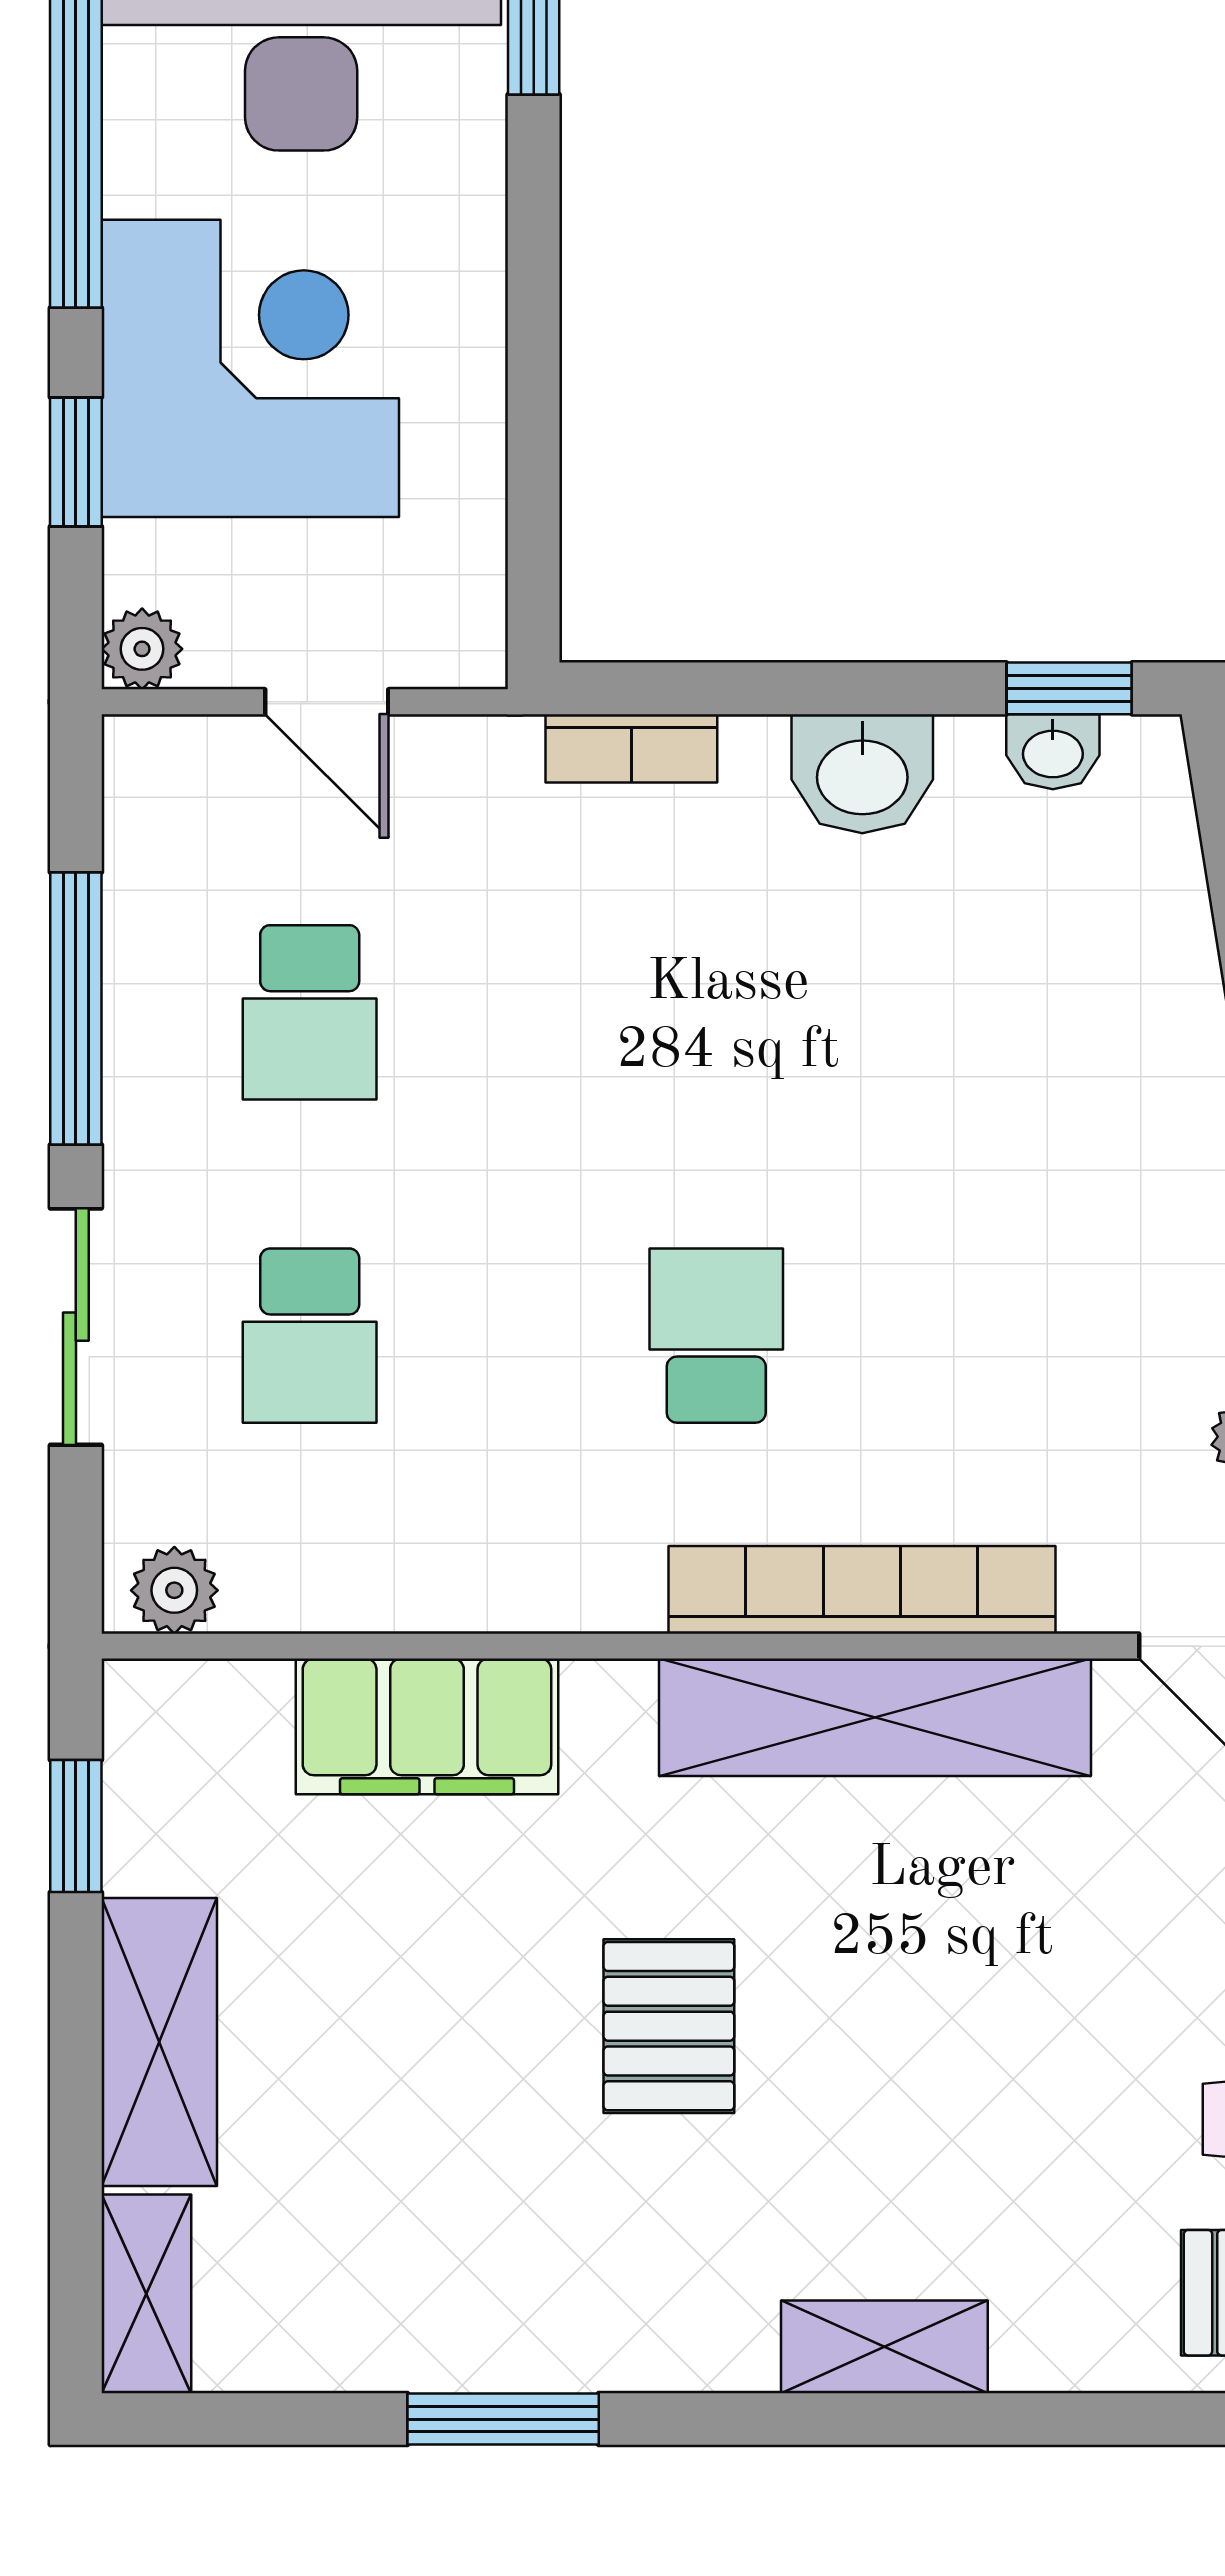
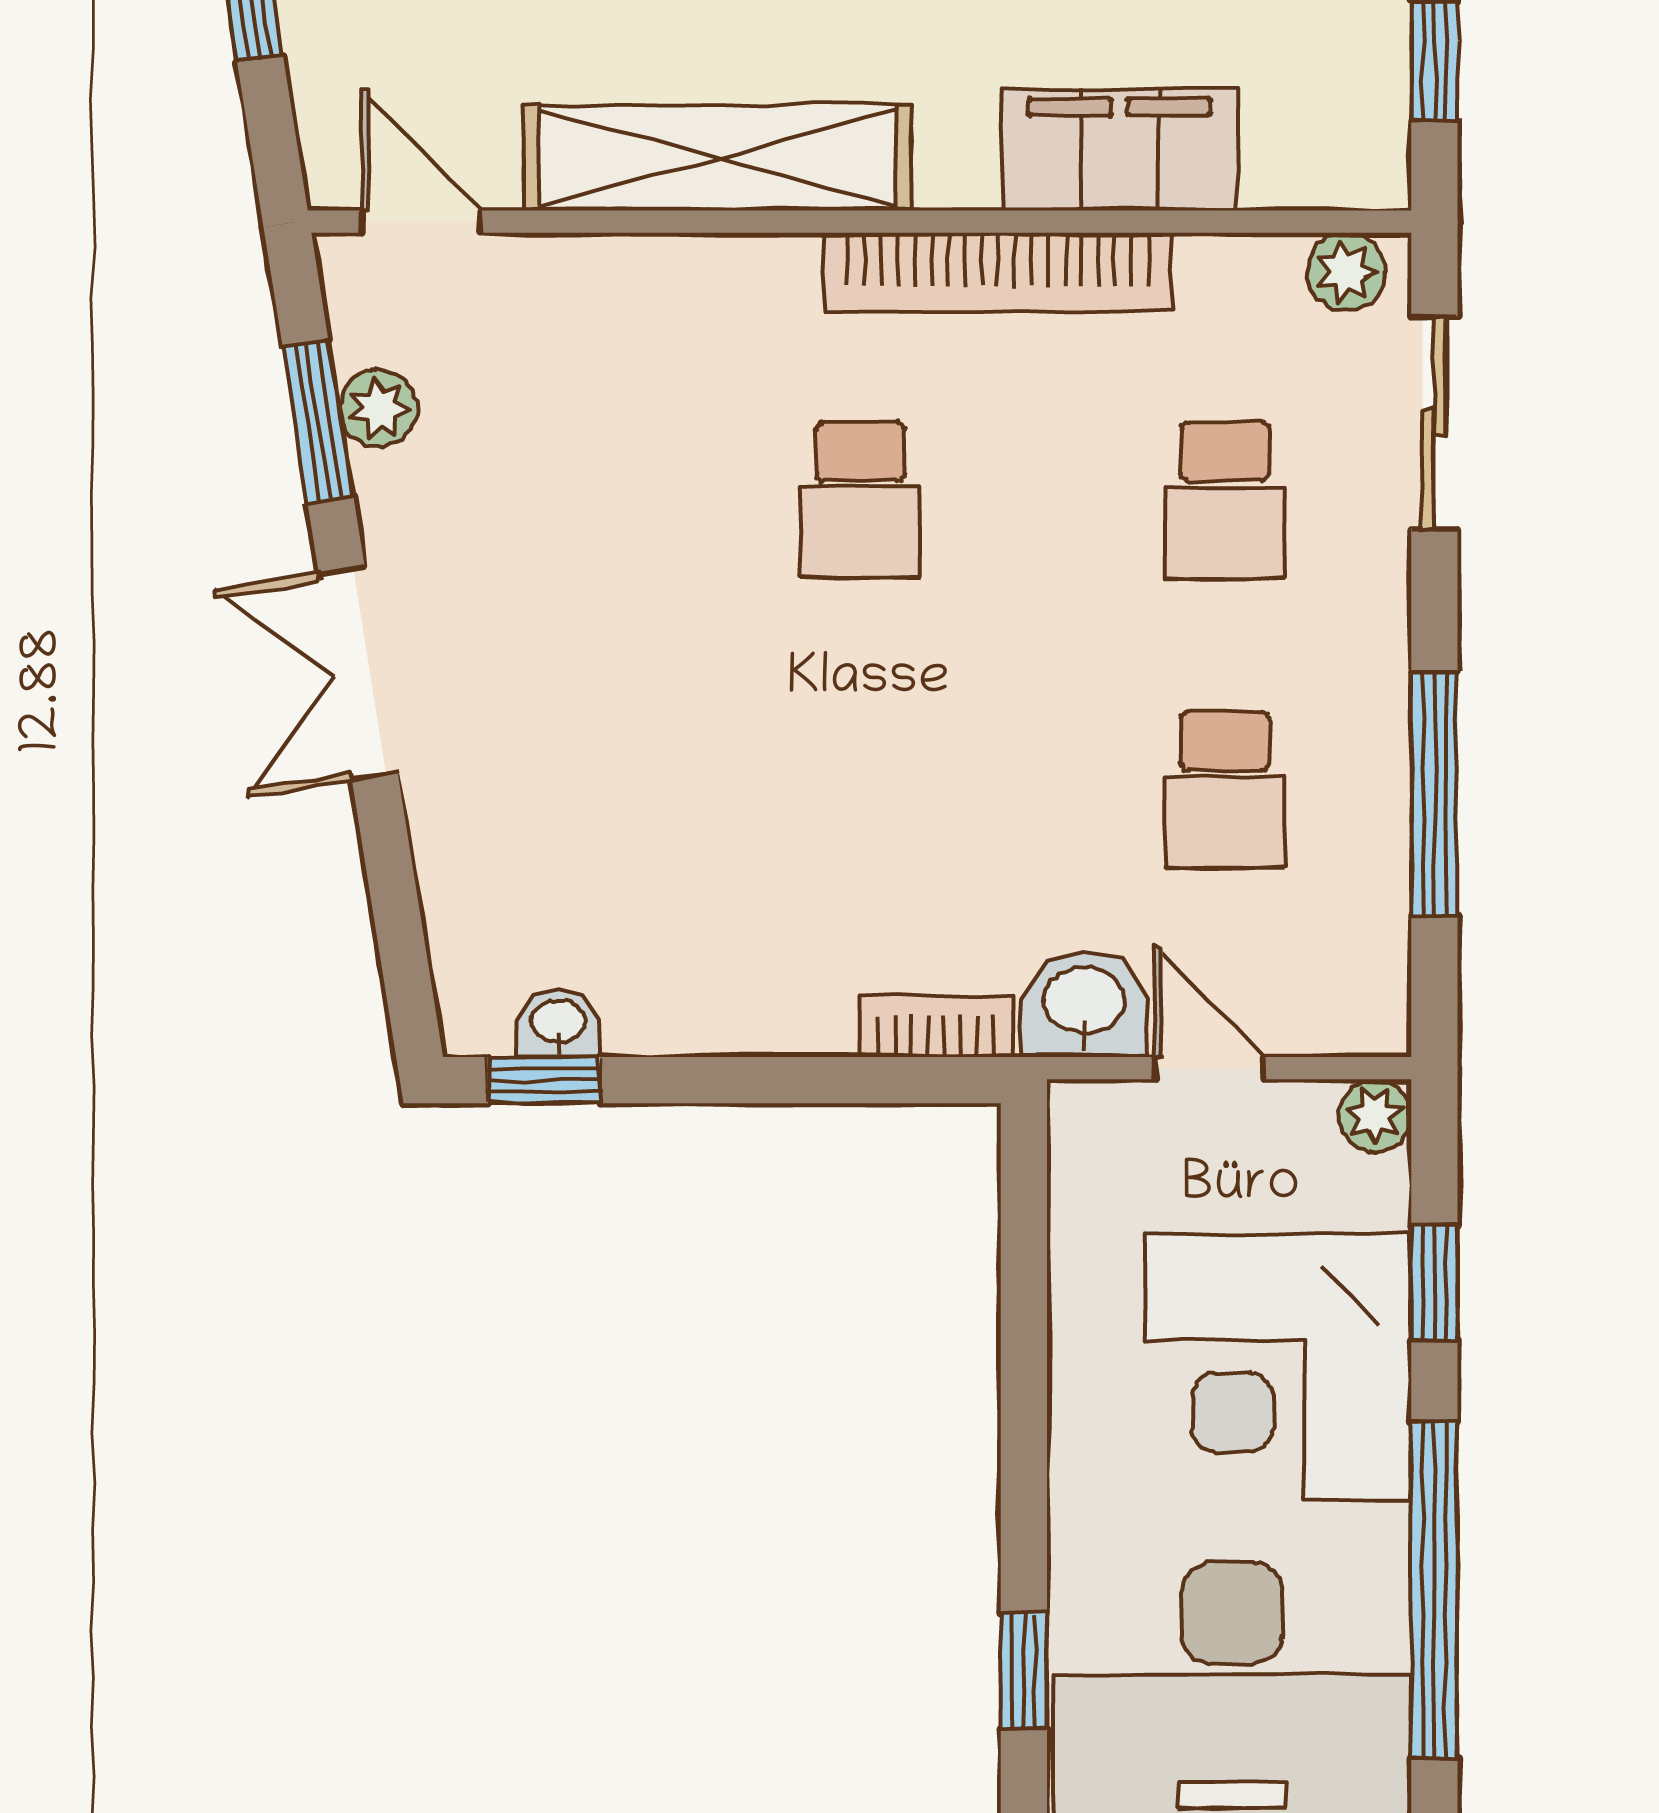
washbasin: (862, 774) -> (1084, 1004), moved
school desk: (310, 1012) -> (1225, 790), turned 180
sliding door: (76, 1327) -> (1434, 422), moved
school desk: (310, 1336) -> (1225, 500), turned 180
bookcase: (862, 1590) -> (998, 272), moved

